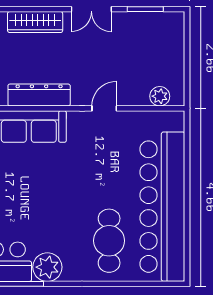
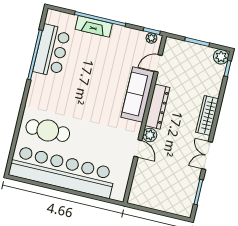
plant: (160, 96) -> (150, 135), moved
plant: (47, 267) -> (40, 85), removed

